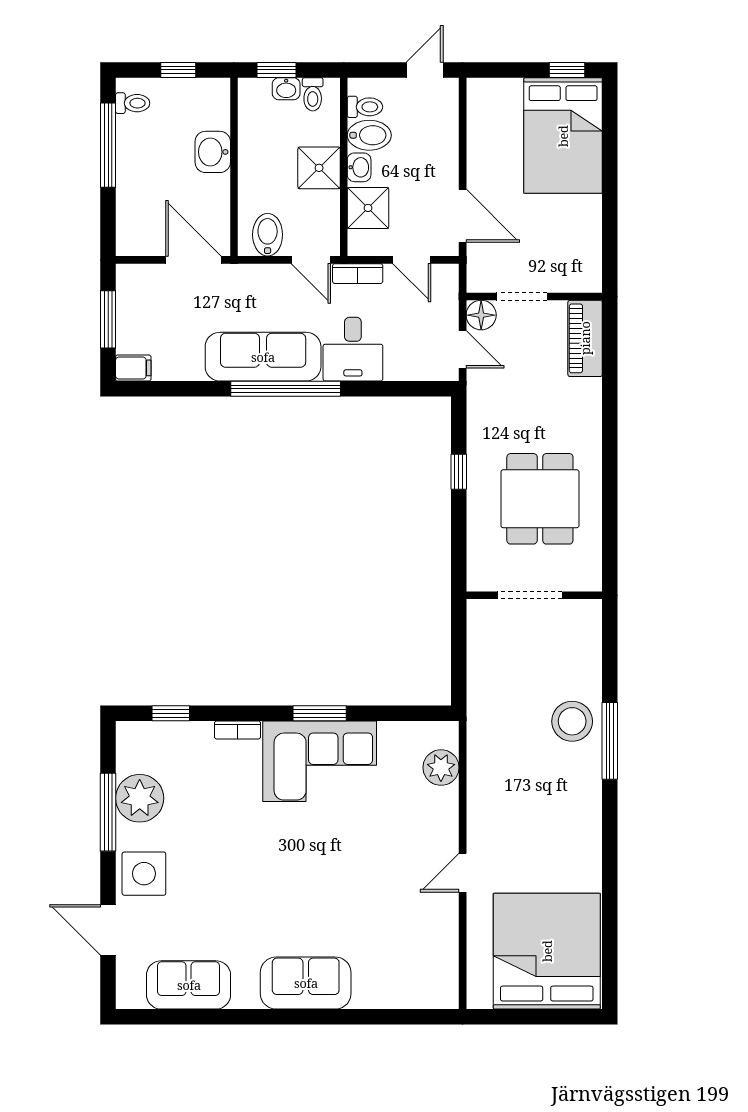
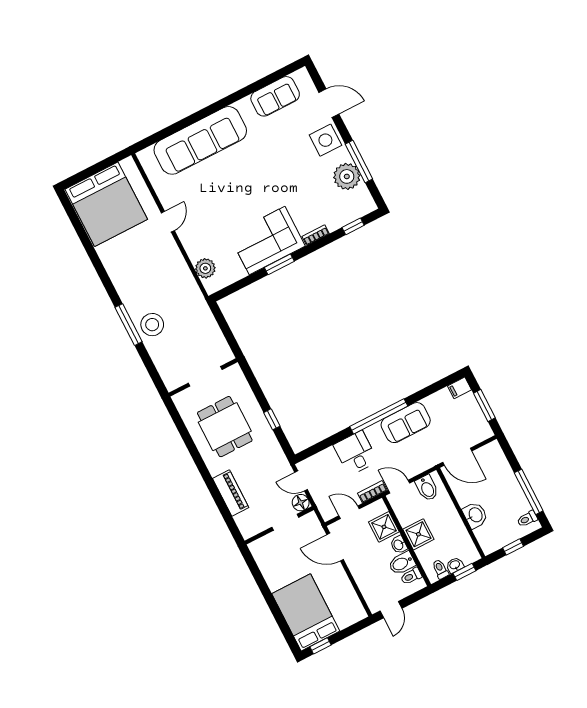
piano: (585, 338) -> (231, 493), moved
sofa: (263, 357) -> (406, 423), width x0.73
sofa: (306, 983) -> (200, 140), width x1.85, depth x1.27

